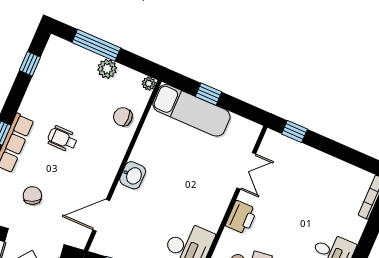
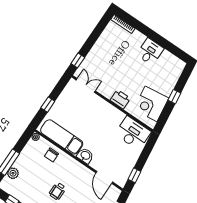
plant: (107, 69) -> (13, 173), moved
exam couch: (191, 110) -> (62, 137), moved, turned -90
double door: (246, 171) -> (86, 85), moved

